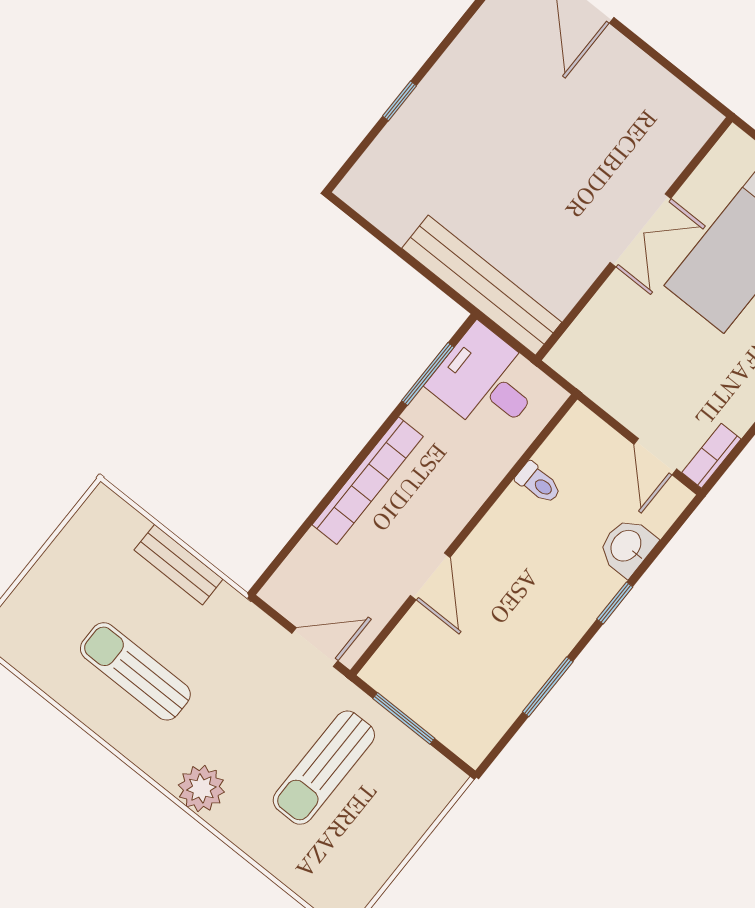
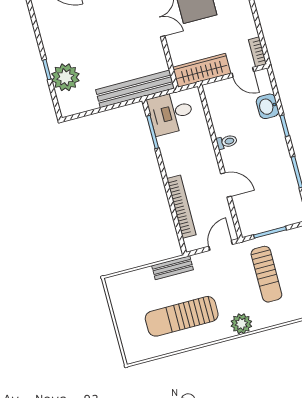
plant: (410, 145) -> (65, 77), added
wardrobe: (604, 380) -> (202, 70), added
bookcase: (368, 481) -> (181, 207), moved
toilet: (538, 483) -> (227, 142), moved
bench: (179, 565) -> (173, 268), moved
sun lounger: (135, 671) -> (182, 316), width x1.36, depth x1.34

